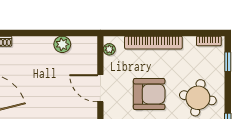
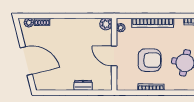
plant: (62, 44) -> (106, 24), moved

